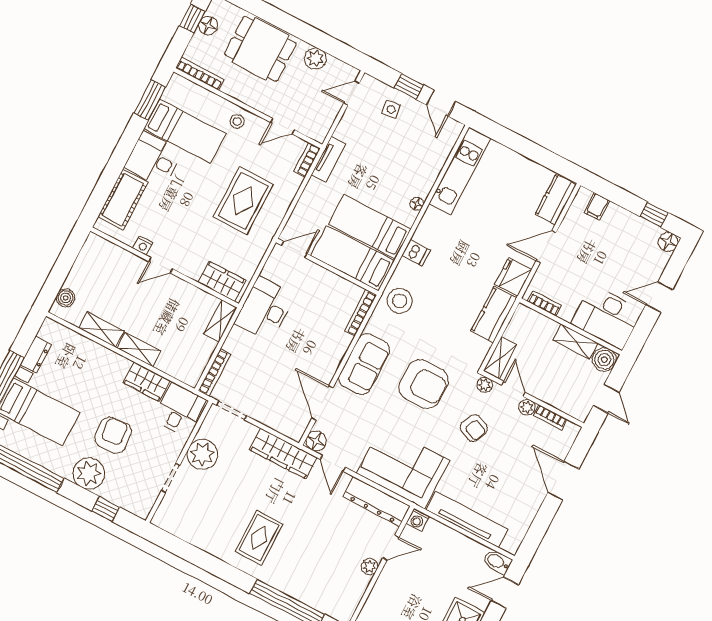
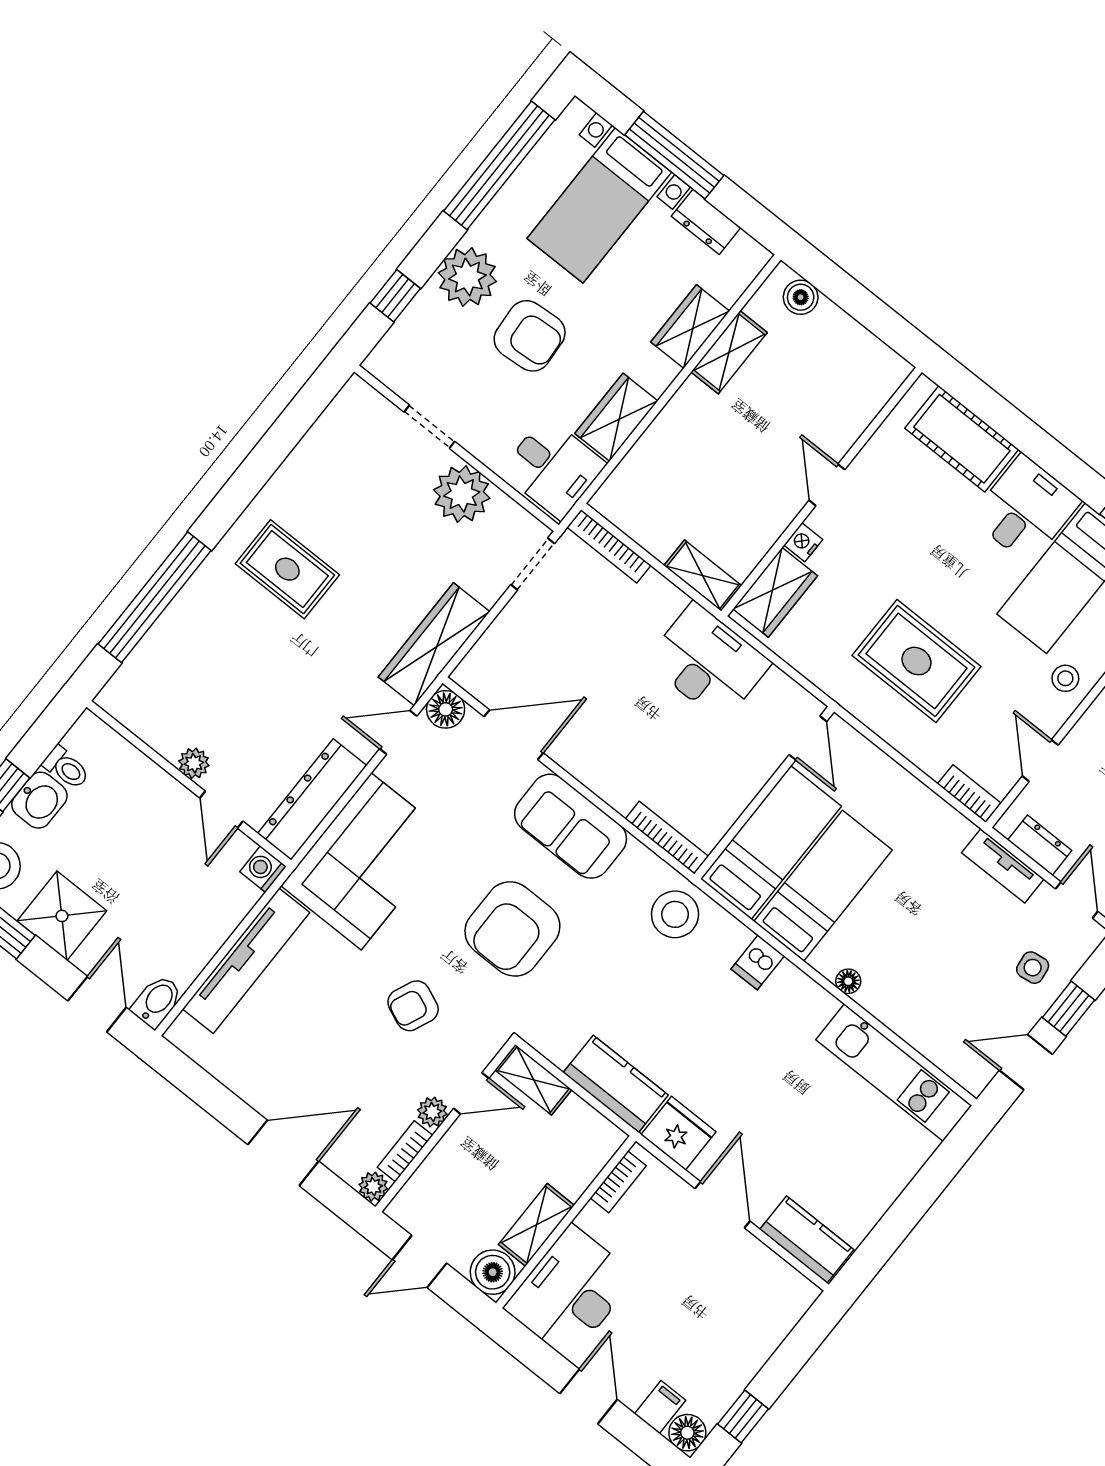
dresser: (327, 118) -> (1040, 845), added
tv unit: (328, 159) -> (1003, 866), moved
filing cabinet: (597, 206) -> (660, 1407), moved, turned 90
nightstand: (143, 246) -> (803, 542), moved
shelving: (139, 350) -> (679, 415), removed
wardrobe: (92, 352) -> (690, 327), added
plant: (485, 385) -> (373, 1187), moved

